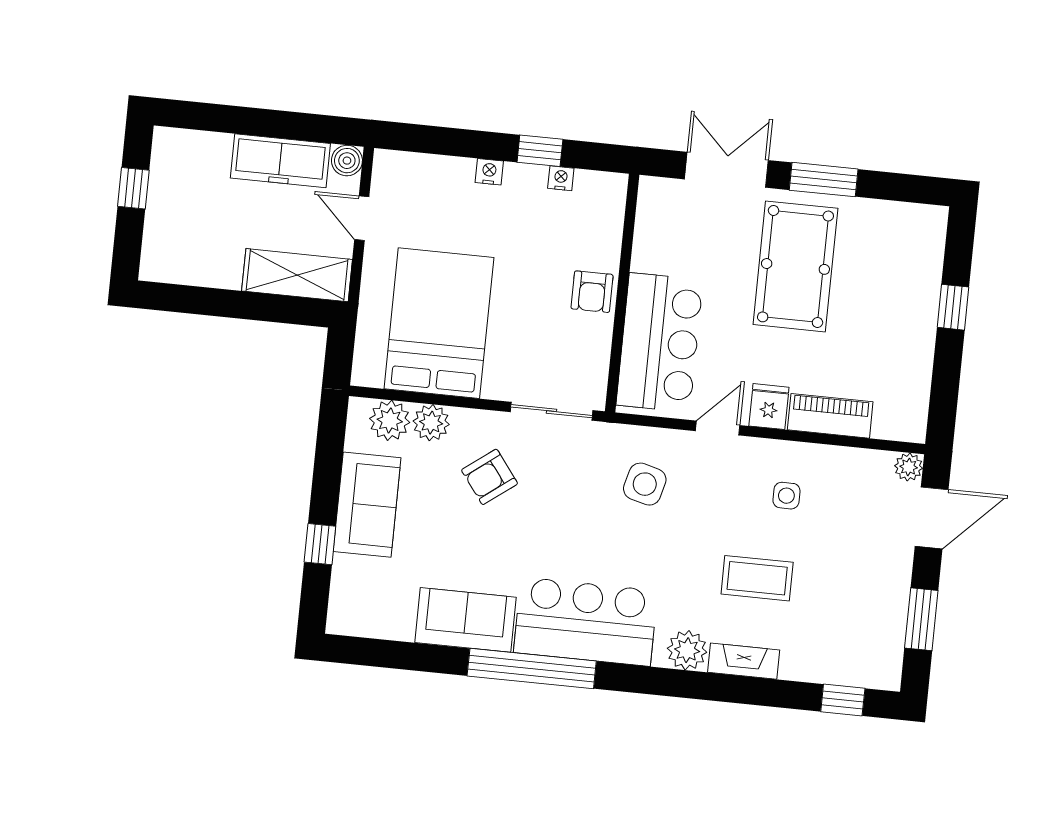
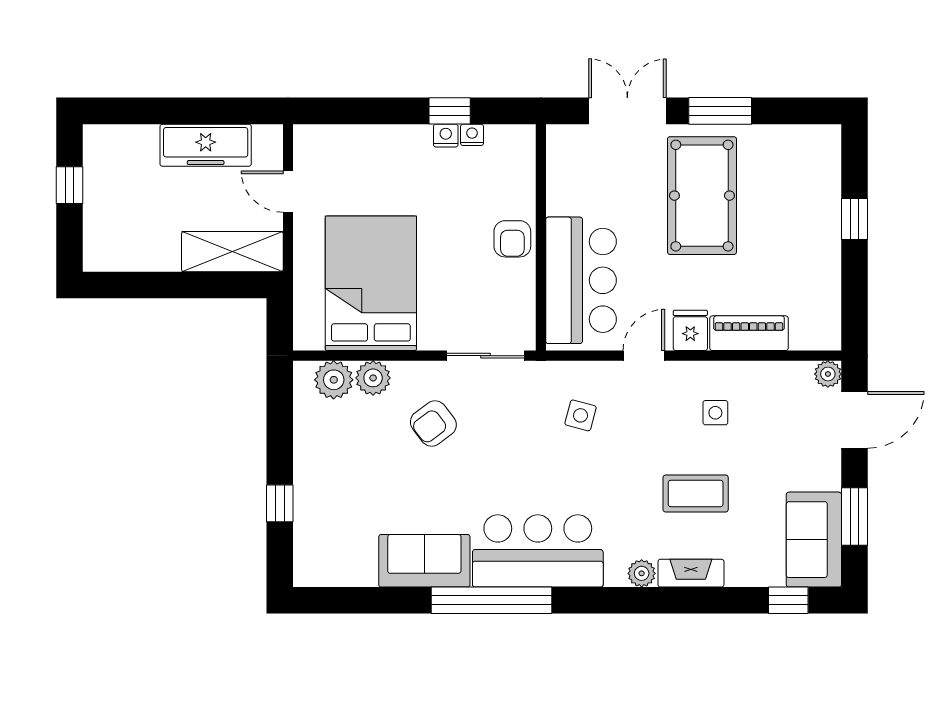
boiler: (347, 161) -> (268, 139), removed
nightstand: (489, 172) -> (446, 136), moved
side table: (645, 484) -> (581, 415), width x0.73, depth x0.73
sofa: (367, 505) -> (814, 540), moved, turned 180
plant: (687, 650) -> (642, 573), width x0.73, depth x0.73

